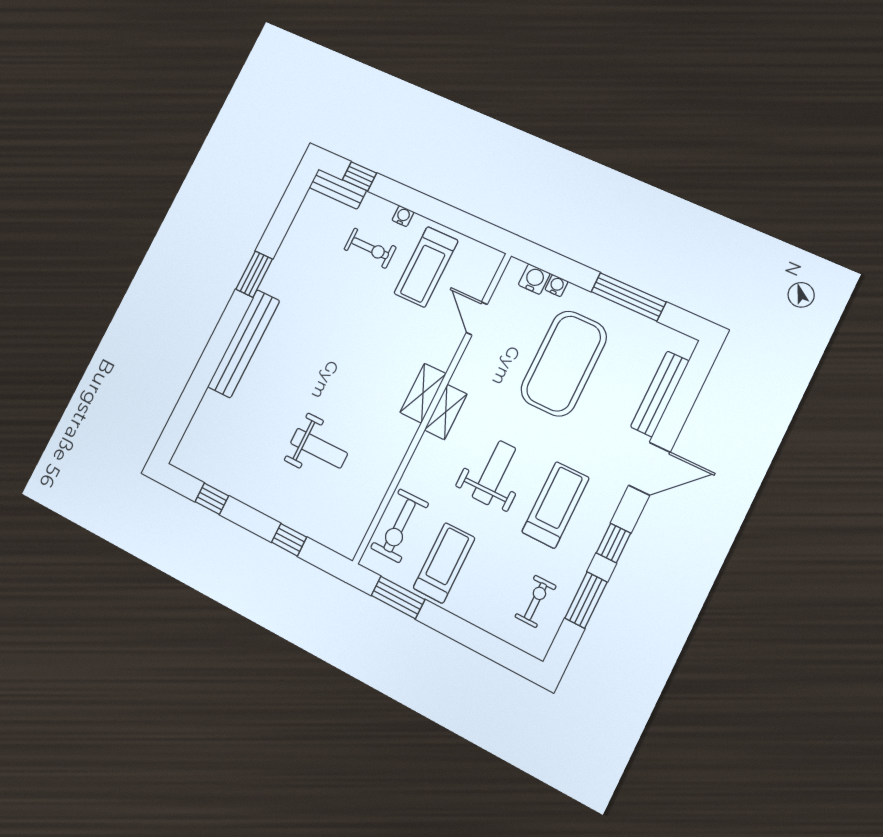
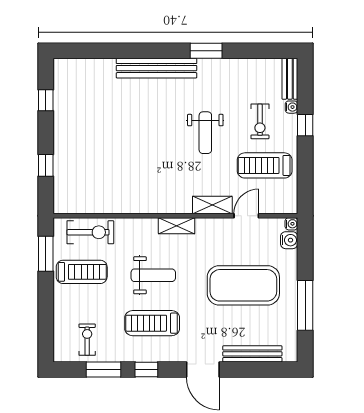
window: (359, 176) -> (305, 125), moved
water cooler: (403, 216) -> (291, 107), moved
water cooler: (557, 286) -> (291, 224), moved
shelving: (423, 393) -> (212, 205), moved
weight bench: (319, 448) -> (205, 133), moved
treadmill: (555, 505) -> (152, 323), turned 180
exercise bike: (400, 526) -> (90, 232), turned 180
exercise bike: (536, 601) -> (87, 340), turned -90

